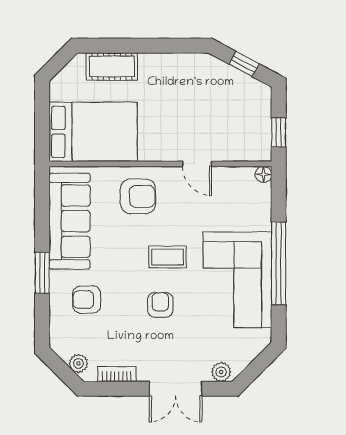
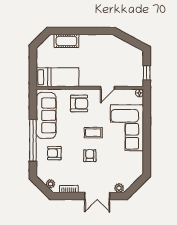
window: (244, 64) -> (130, 40), removed
bed: (93, 132) -> (57, 77), width x0.67
door: (197, 164) -> (107, 88), hinge flipped
window: (279, 263) -> (147, 136), removed
window: (42, 273) -> (33, 140), width x2.11
corner sofa: (237, 280) -> (127, 128), moved

